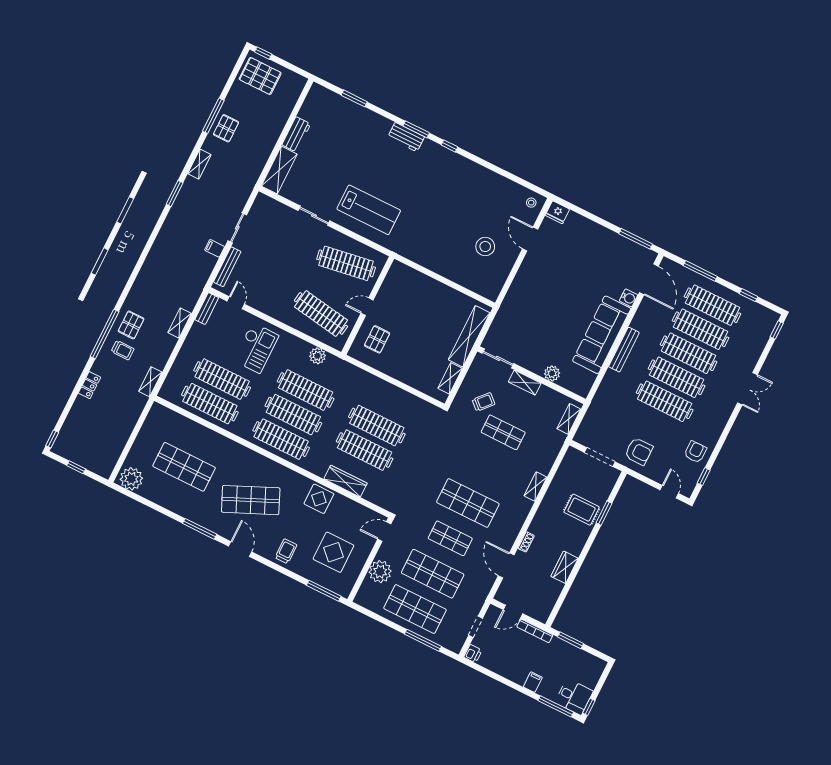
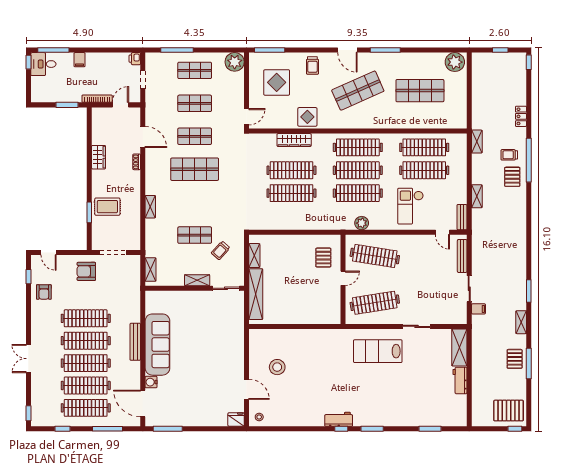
workbench: (406, 137) -> (339, 419), moved
filing cabinet: (215, 248) -> (478, 309), moved
plant: (552, 373) -> (180, 297), removed
plant: (380, 572) -> (235, 62), moved
shop shelf: (433, 574) -> (195, 103), width x0.70, depth x0.74
shop shelf: (415, 609) -> (195, 70), width x0.70, depth x0.74

